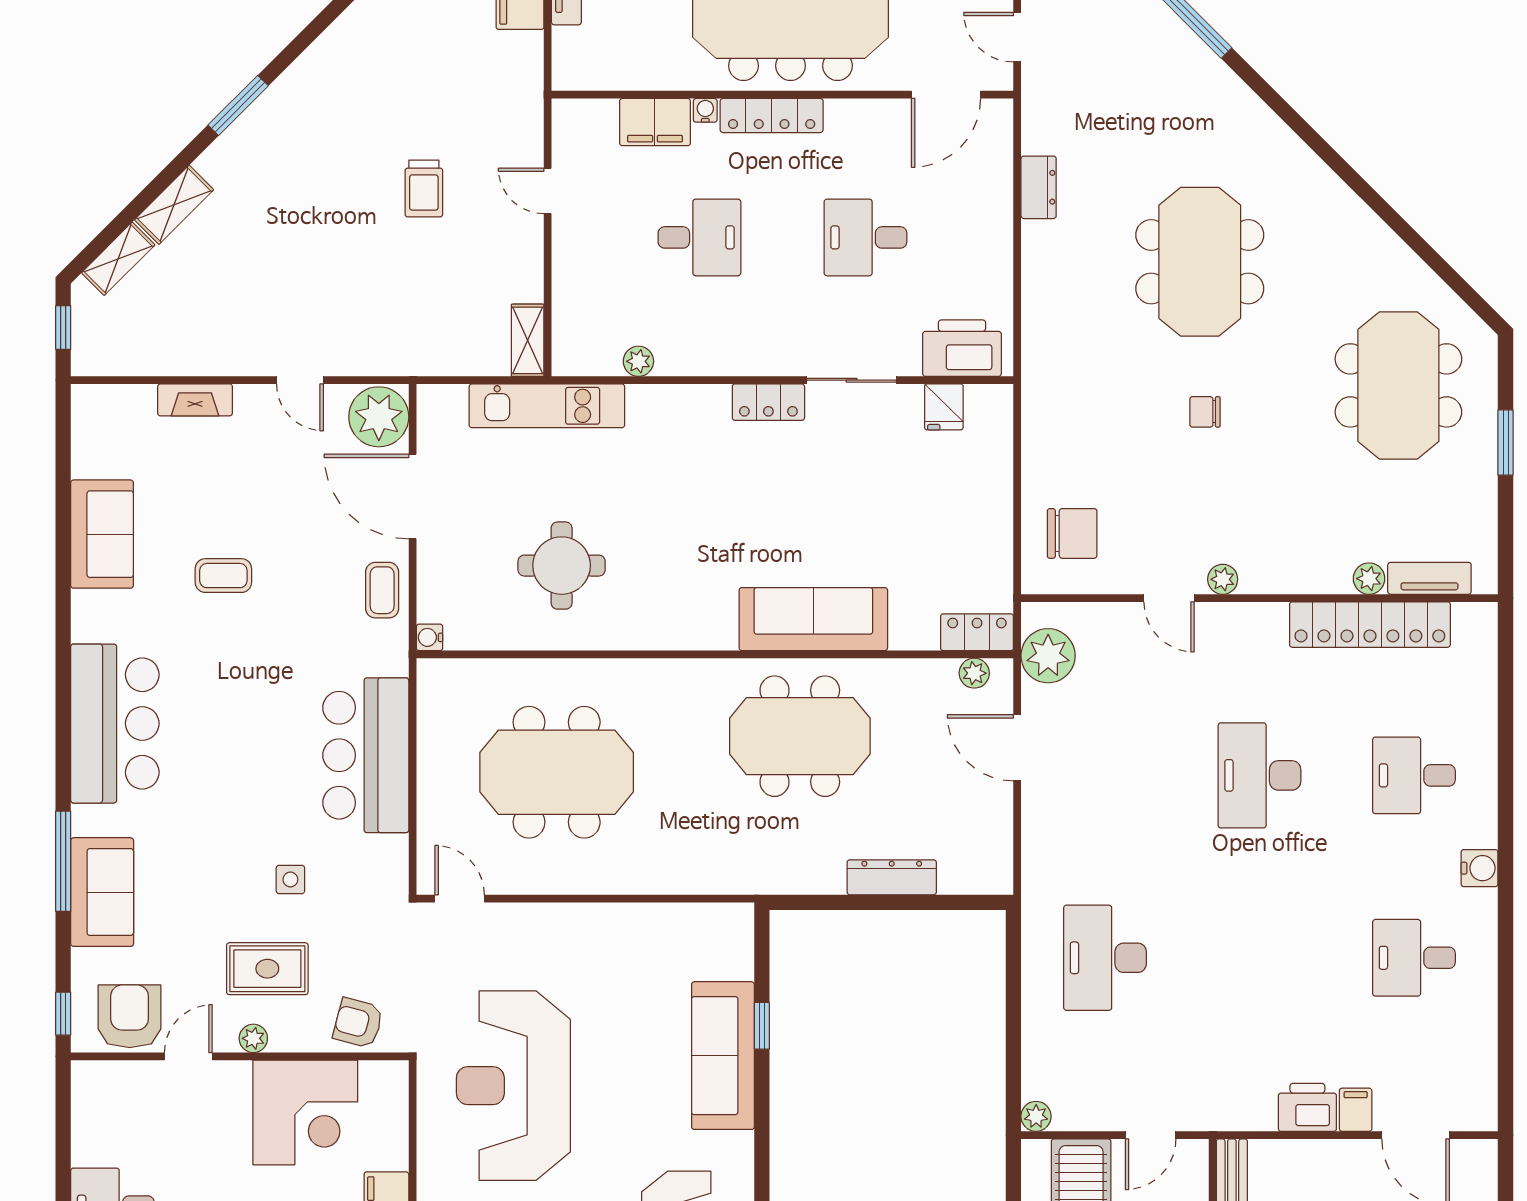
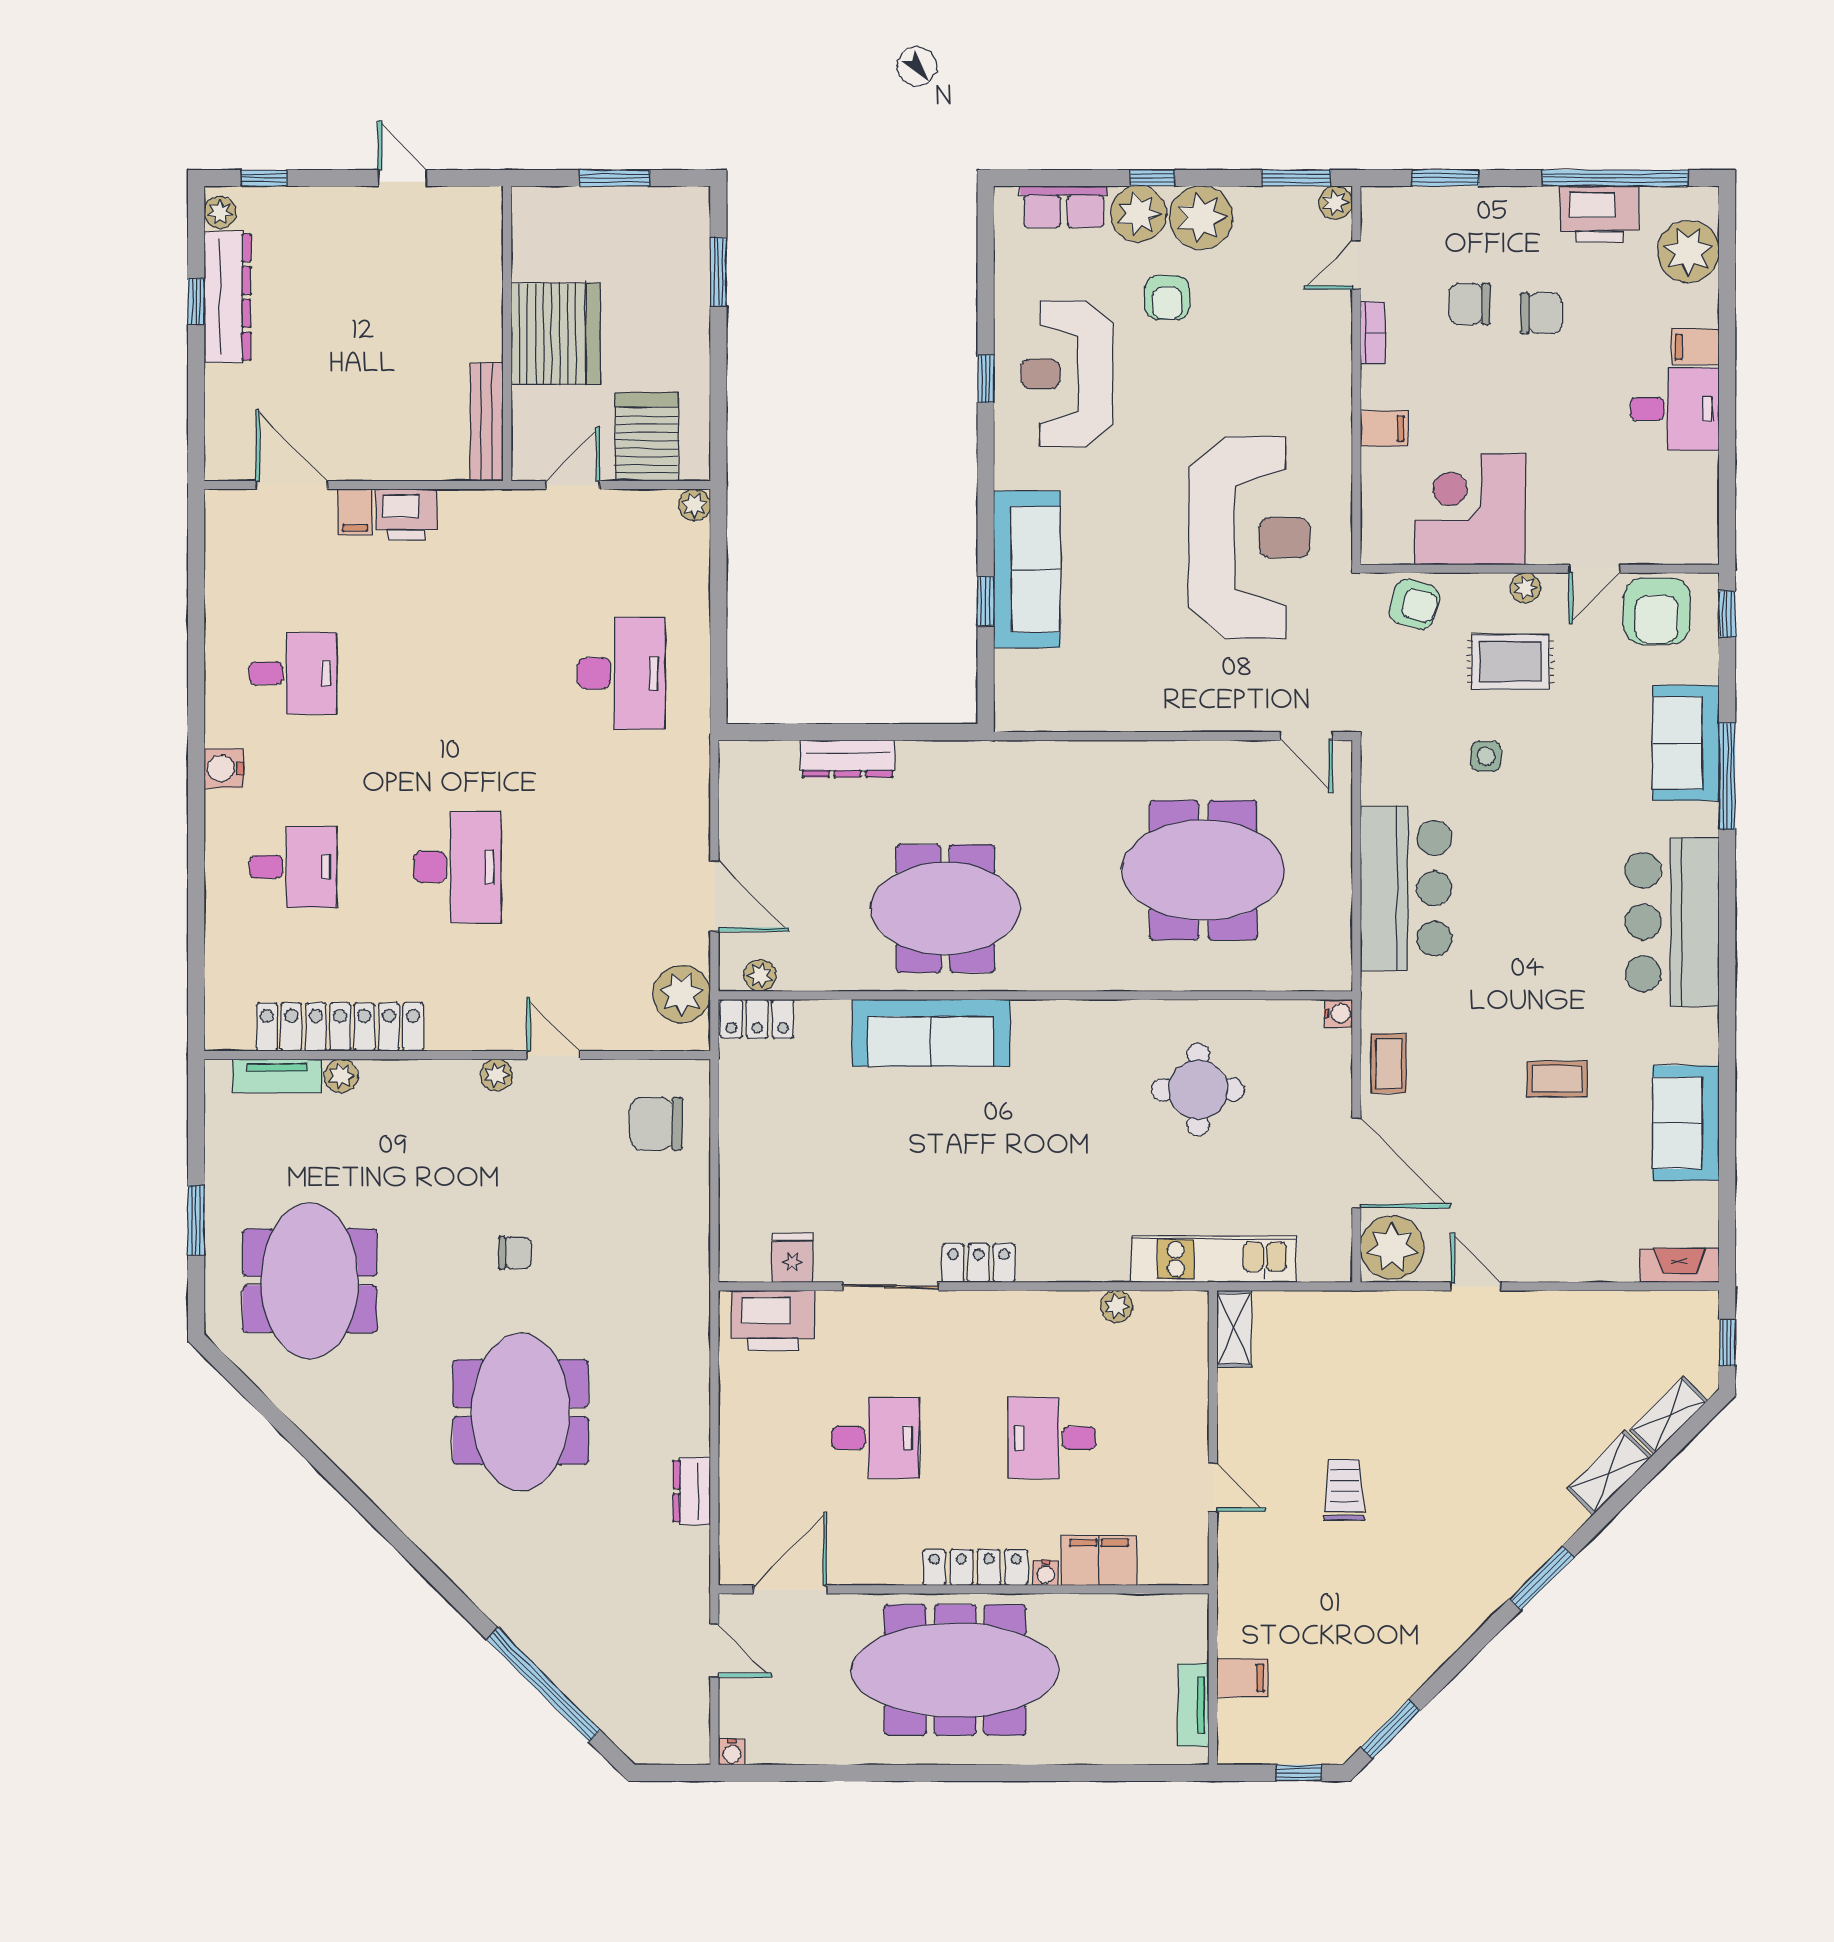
fireplace: (195, 400) -> (1680, 1265), moved

